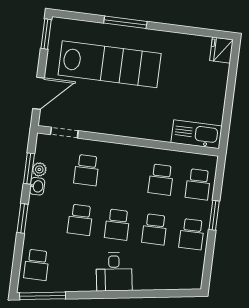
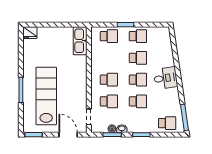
school desk: (161, 180) -> (109, 80), moved

